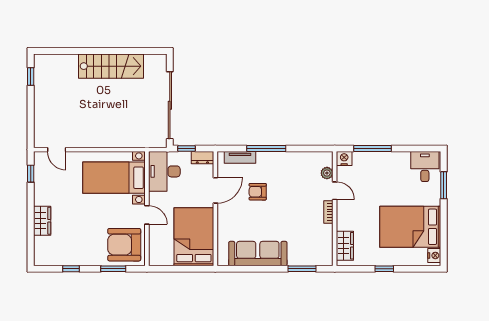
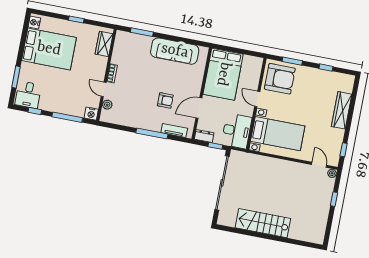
window: (31, 77) -> (334, 199), moved
plant: (39, 142) -> (332, 173), added
window: (413, 149) -> (35, 111), added
wardrobe: (42, 221) -> (342, 110), width x1.50

